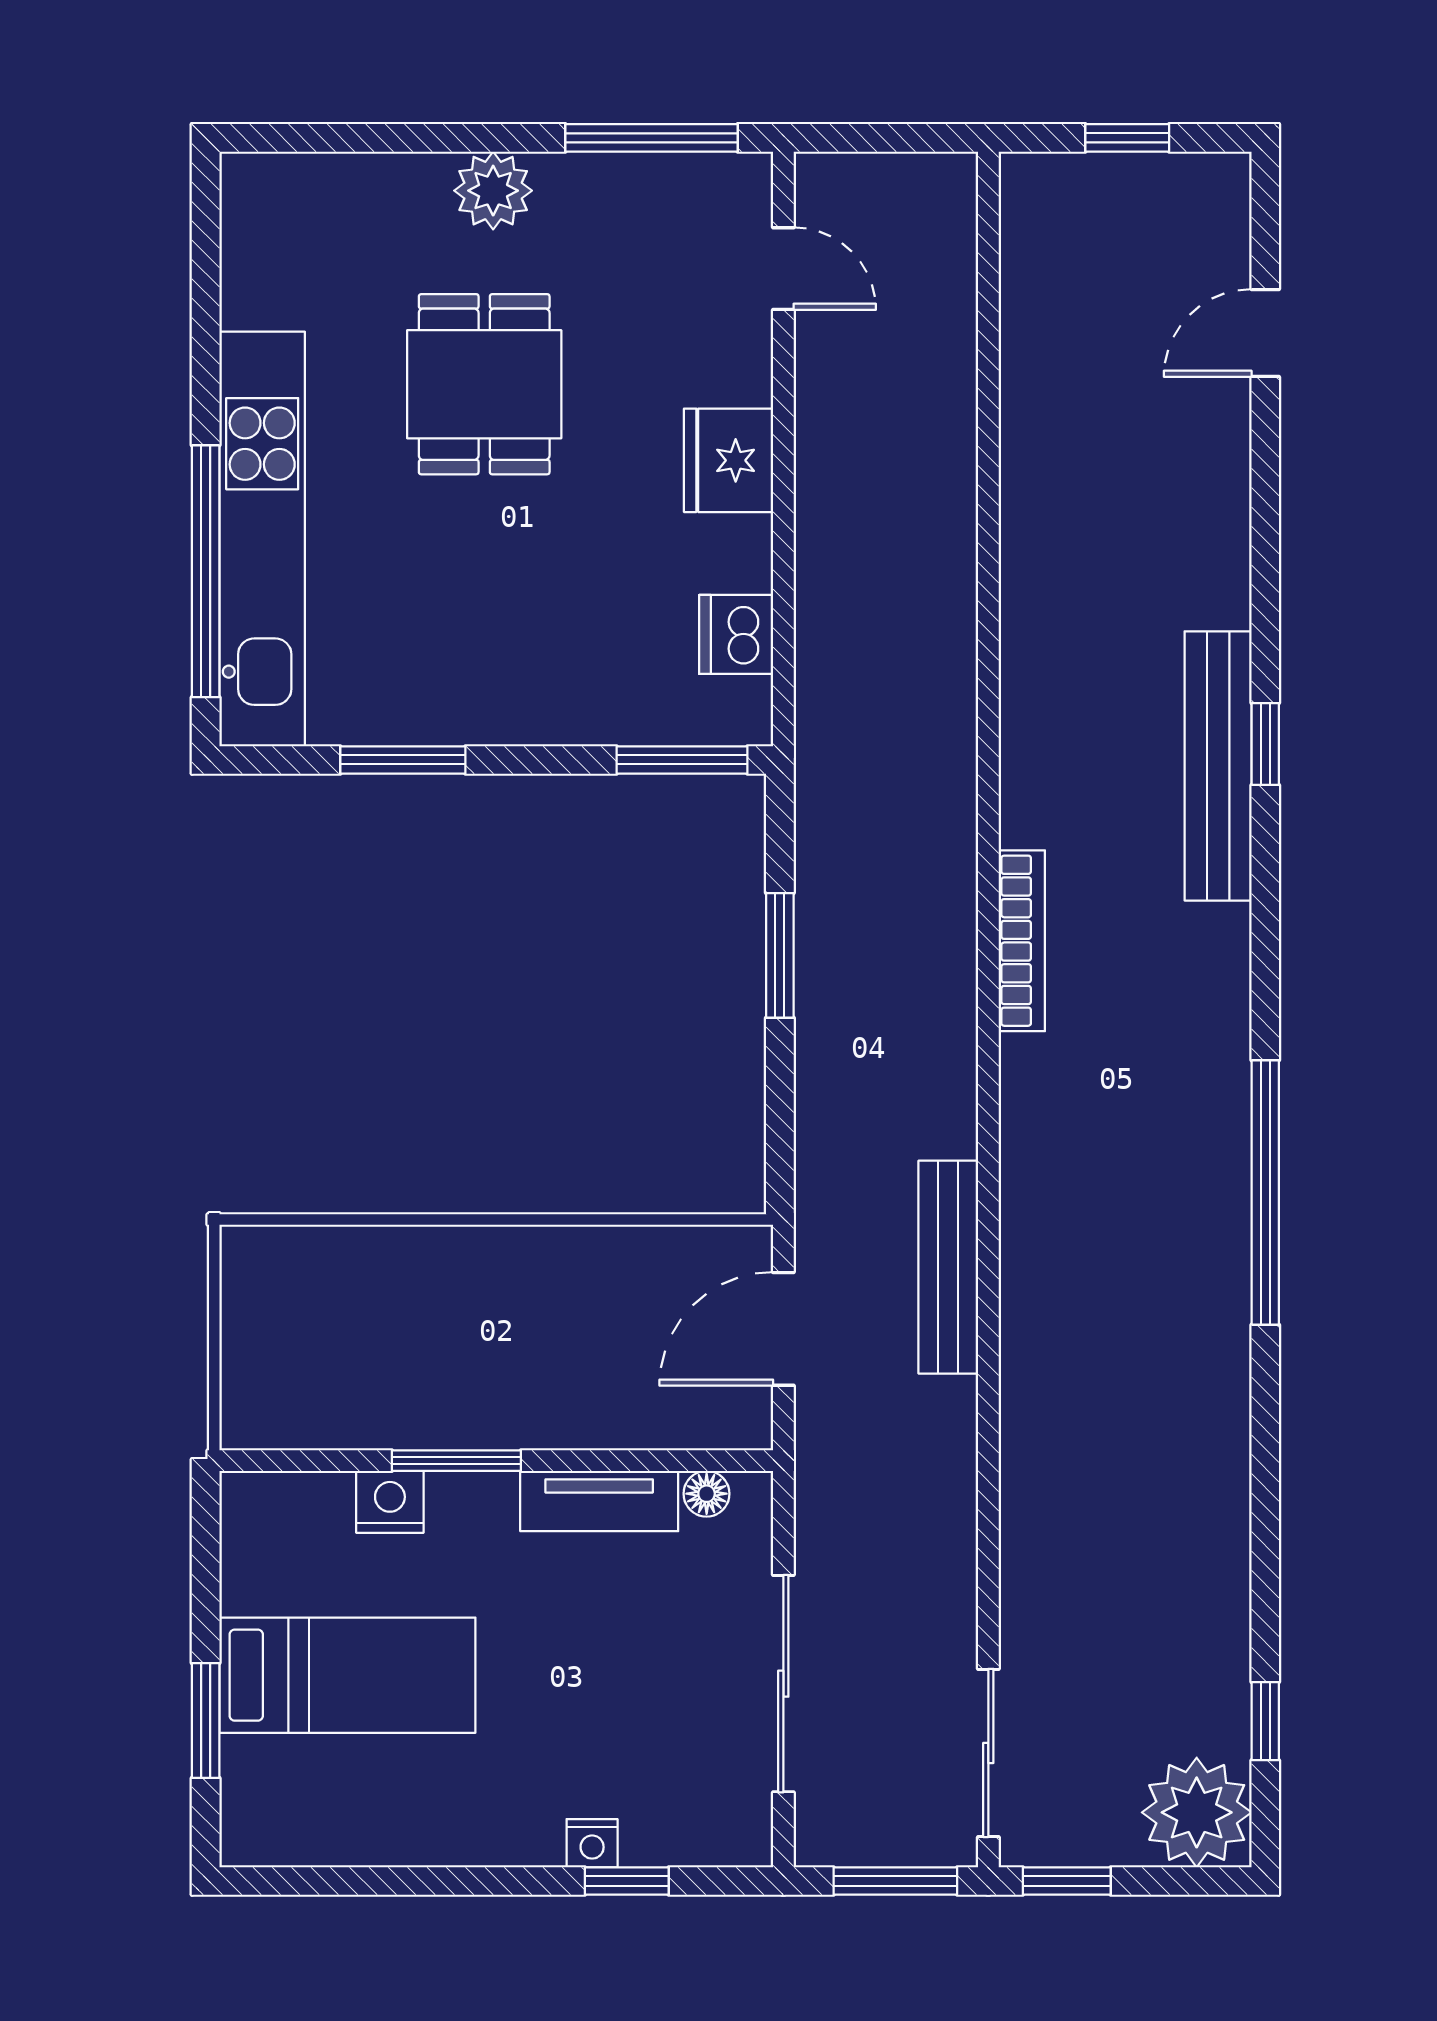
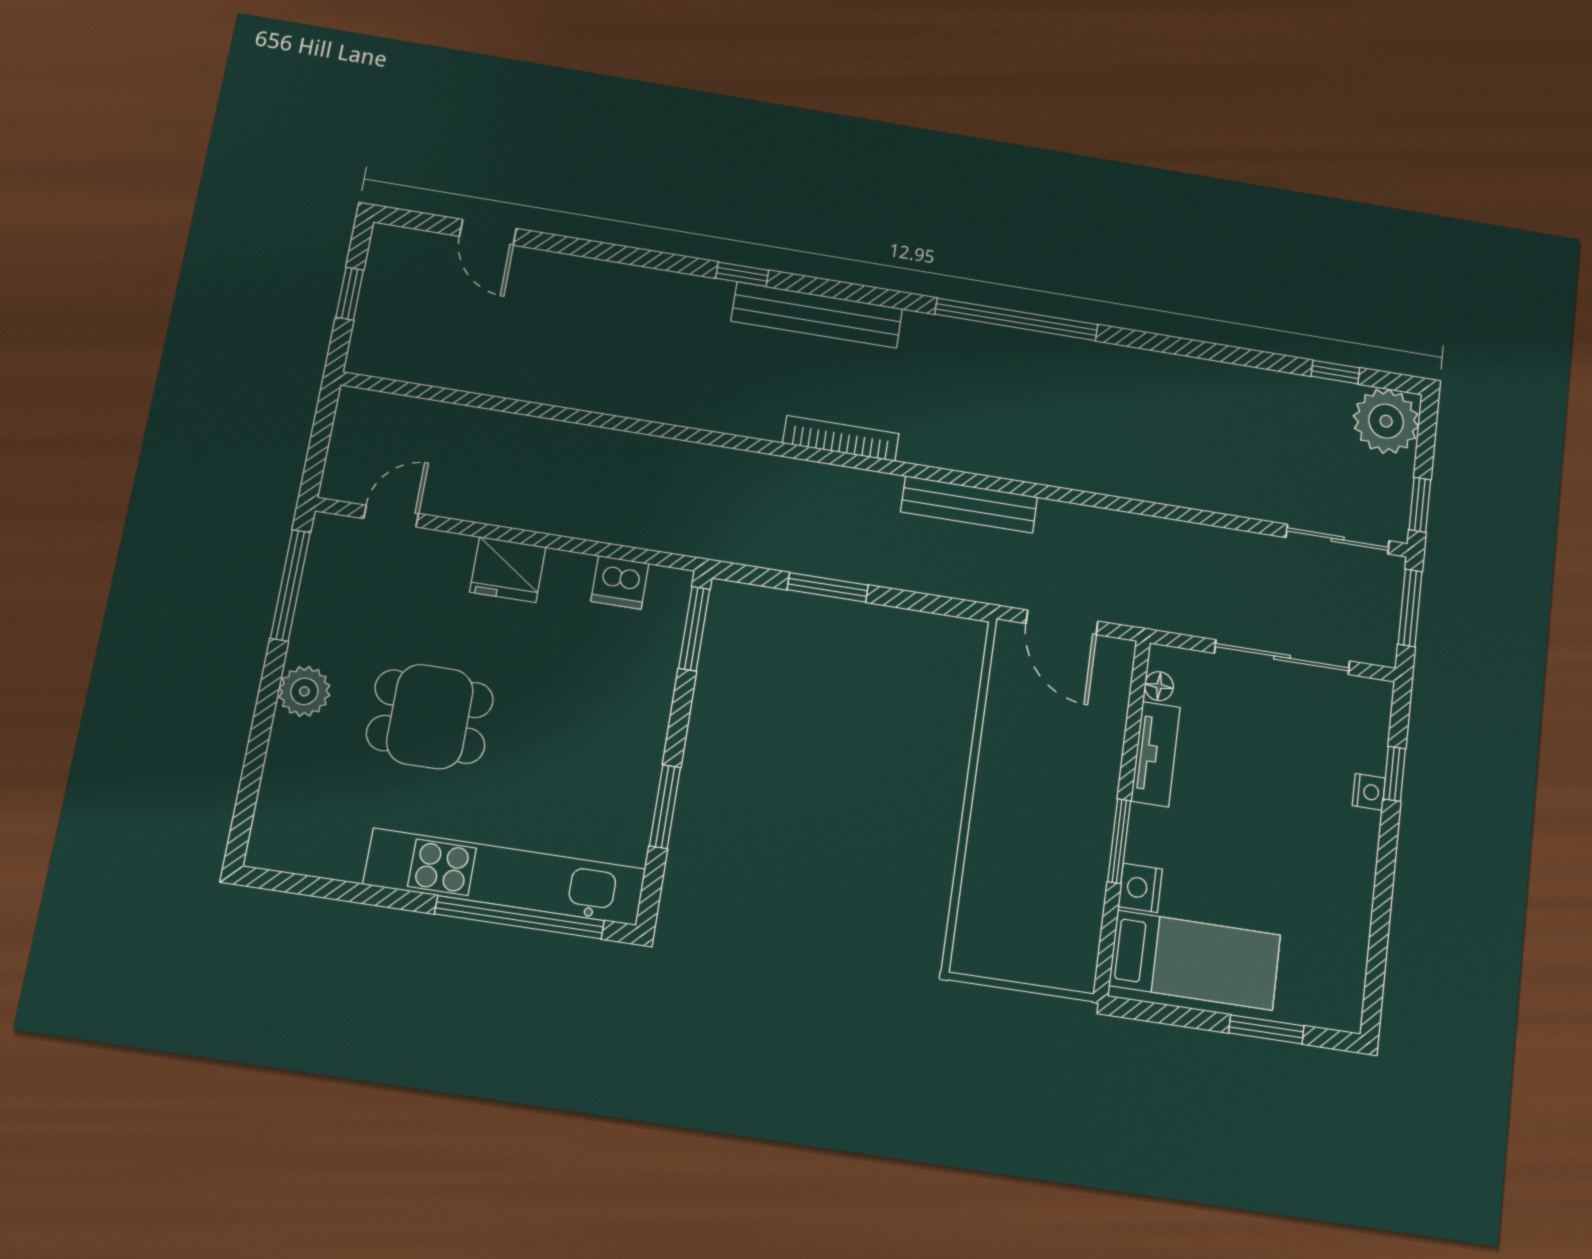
bench: (1218, 766) -> (817, 315), moved
bench: (948, 1267) -> (969, 504), moved
bed: (347, 1675) -> (1195, 960), moved, turned 90

